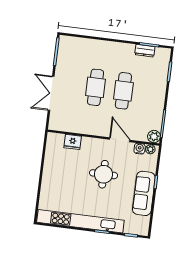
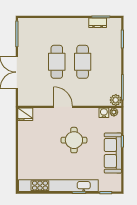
door: (120, 140) -> (63, 107), moved
fridge: (73, 142) -> (25, 114), moved

